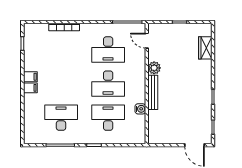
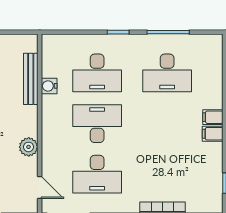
desk: (108, 49) -> (97, 174), turned 180
bench: (153, 92) -> (31, 79), moved

